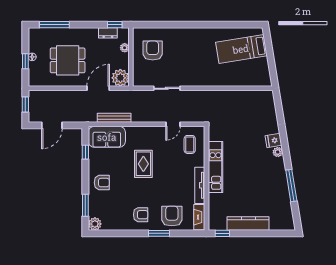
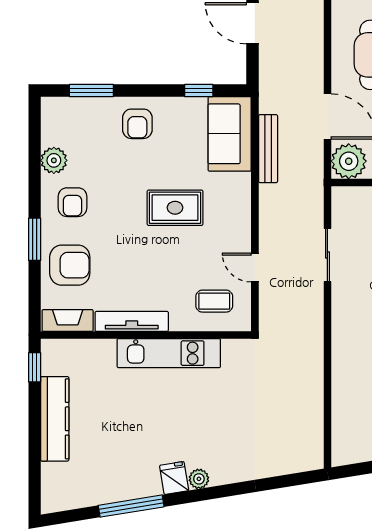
fridge: (273, 140) -> (174, 478), moved
plant: (95, 224) -> (54, 160), moved

